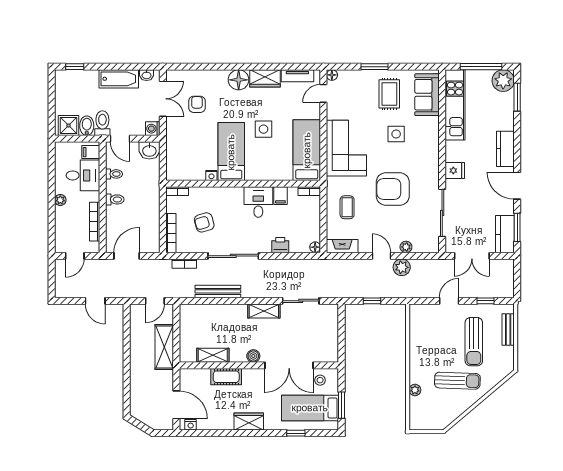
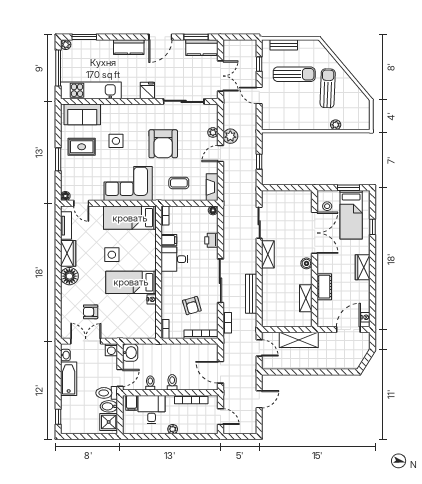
plant: (503, 81) -> (66, 45), width x0.53, depth x0.53

